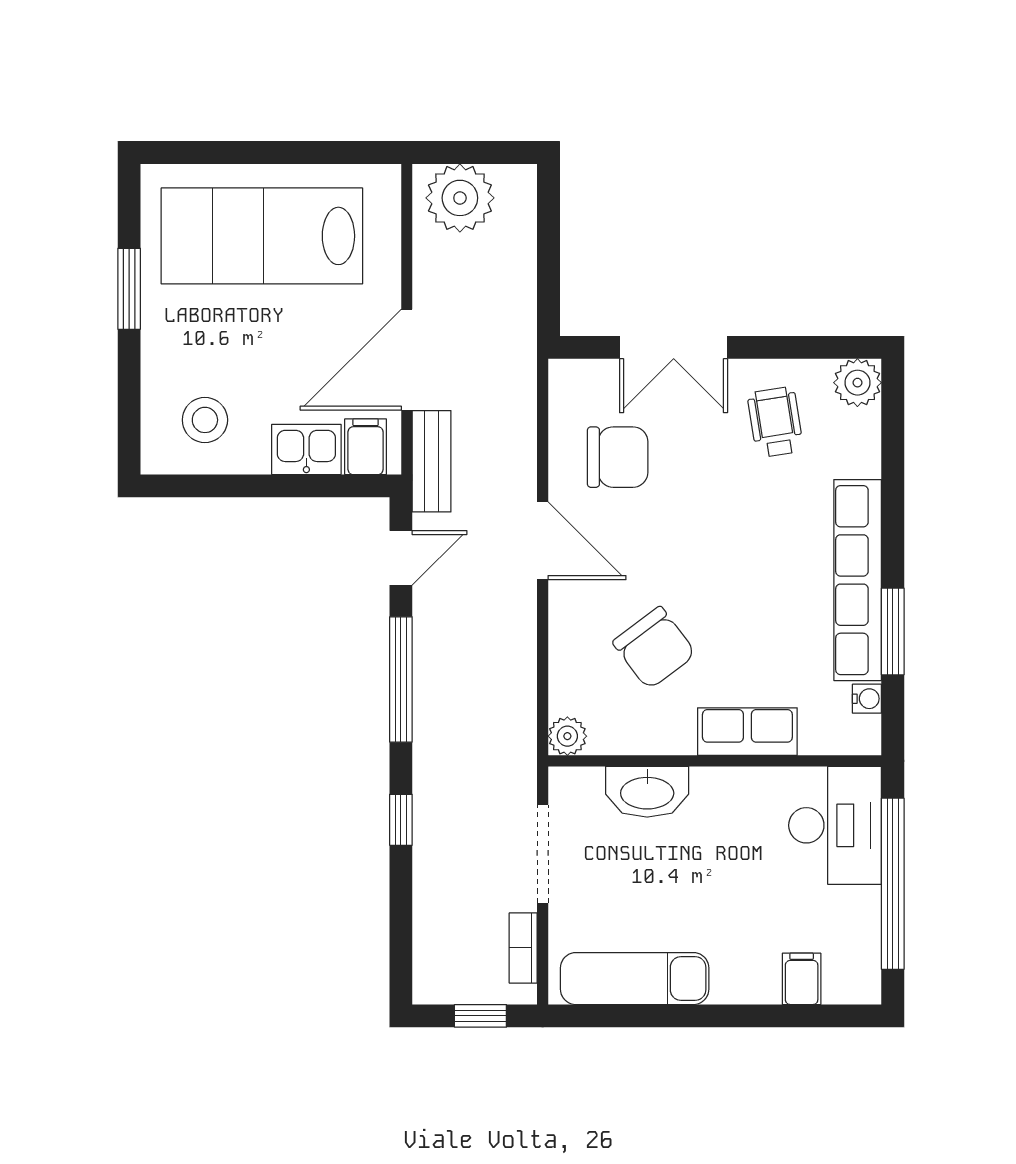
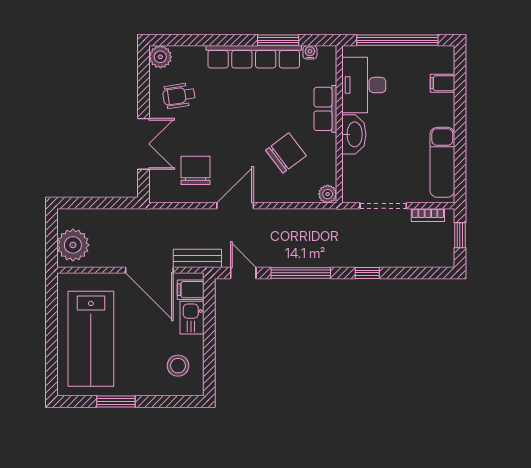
washbasin: (647, 792) -> (354, 134), moved
desk: (835, 825) -> (364, 85), moved, turned -90

